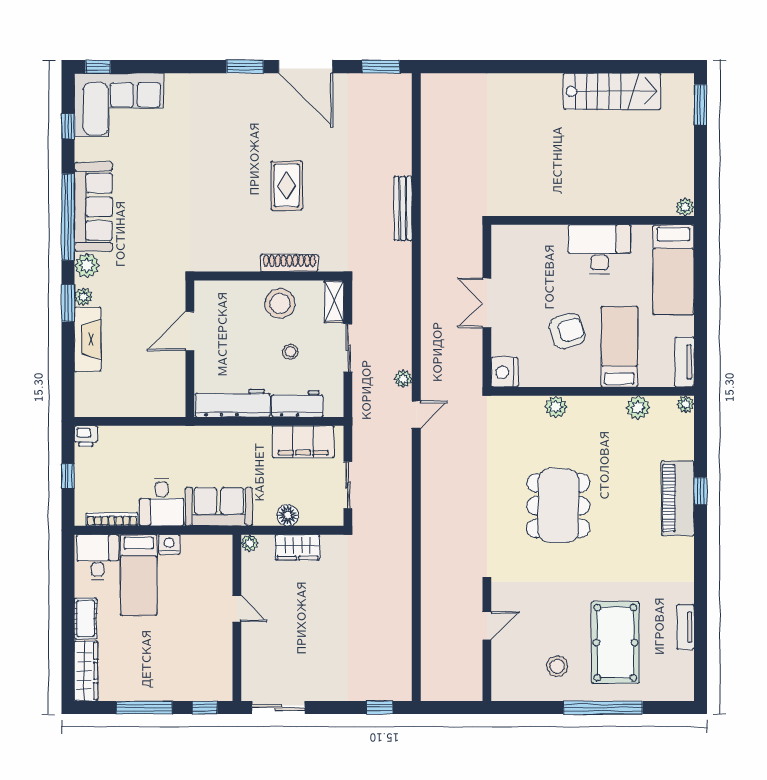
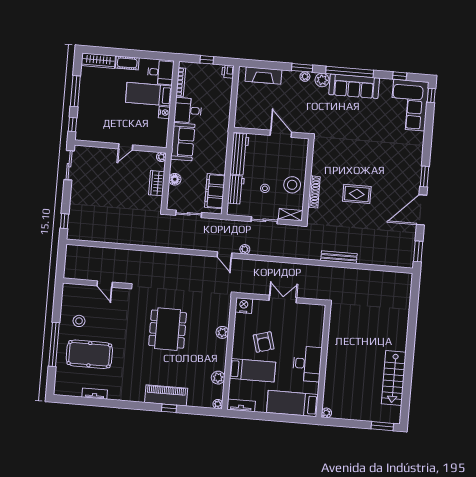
fireplace: (88, 339) -> (263, 76), moved
dining table: (558, 506) -> (168, 329), turned 90

